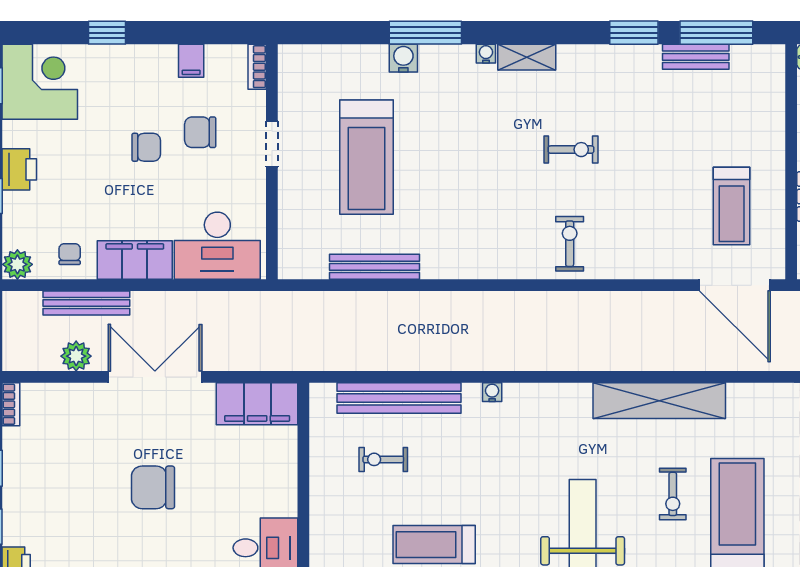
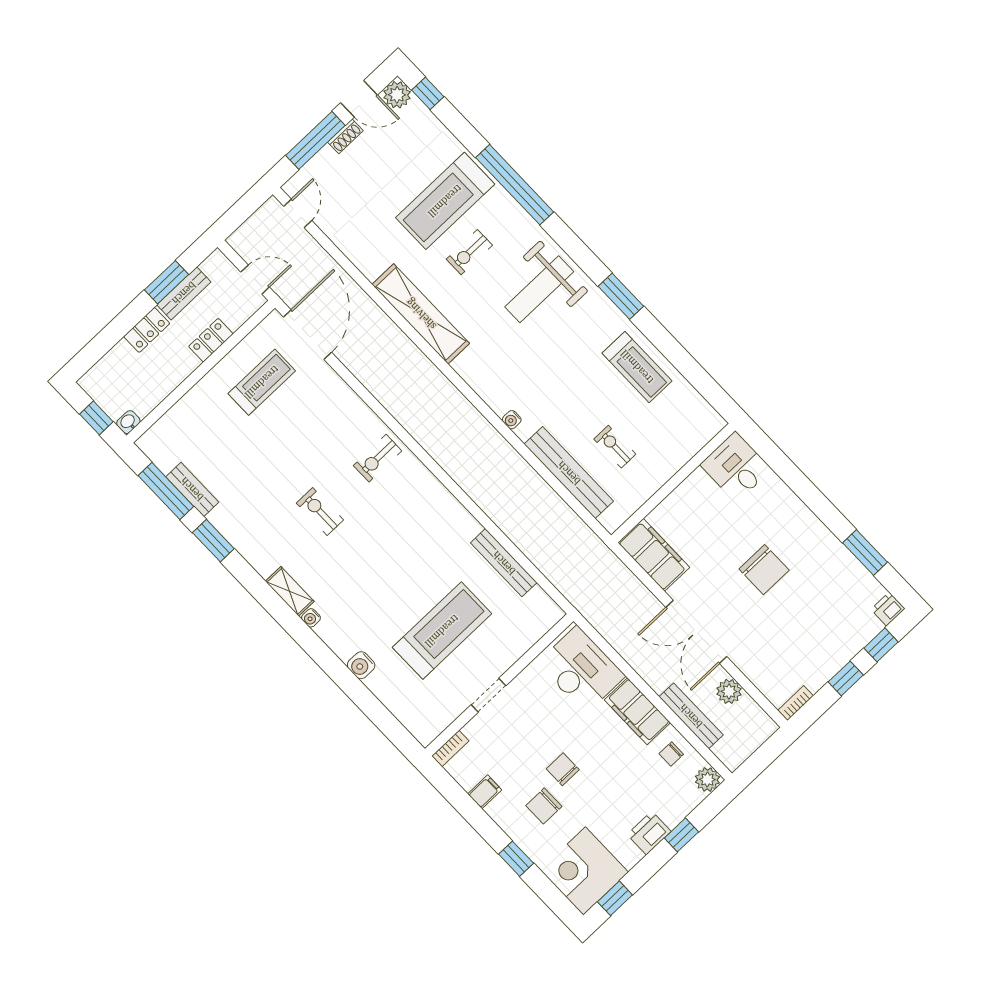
window: (425, 33) -> (333, 667), removed
chair: (200, 132) -> (544, 806), moved, turned 90
exercise bike: (383, 459) -> (615, 447), turned 180
exercise bike: (673, 494) -> (469, 252), turned 180

